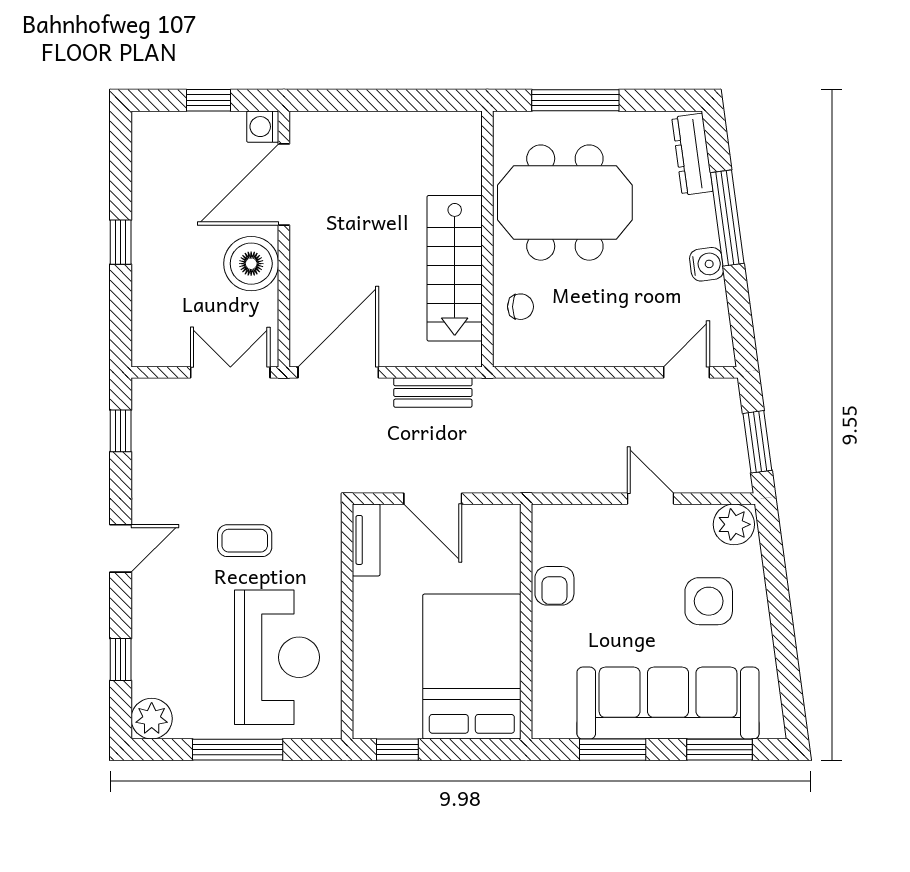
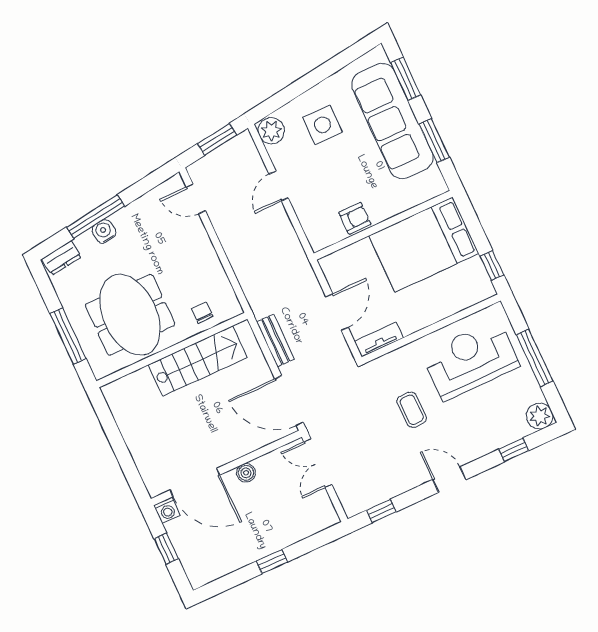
dresser: (692, 154) -> (62, 258), width x0.70
boiler: (251, 264) -> (246, 473), width x0.54, depth x0.54
water cooler: (707, 264) -> (104, 231), moved

